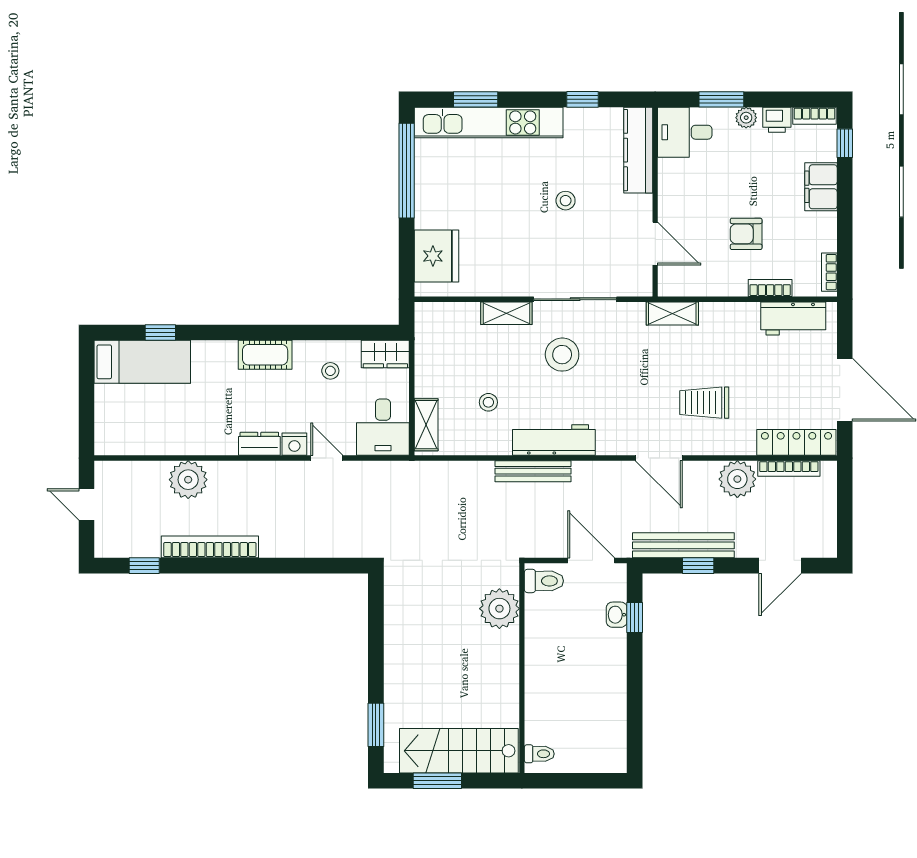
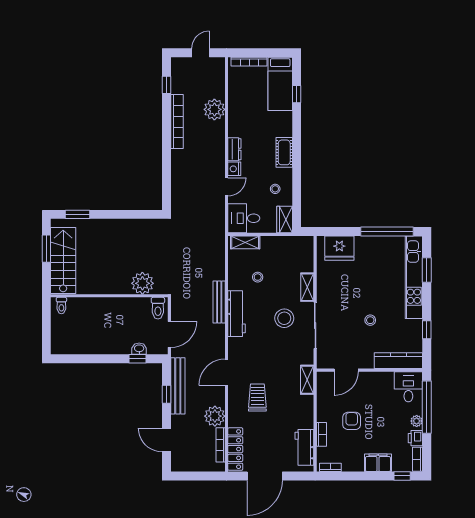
window: (721, 99) -> (427, 407), width x2.11
bookcase: (102, 418) -> (249, 62), added

